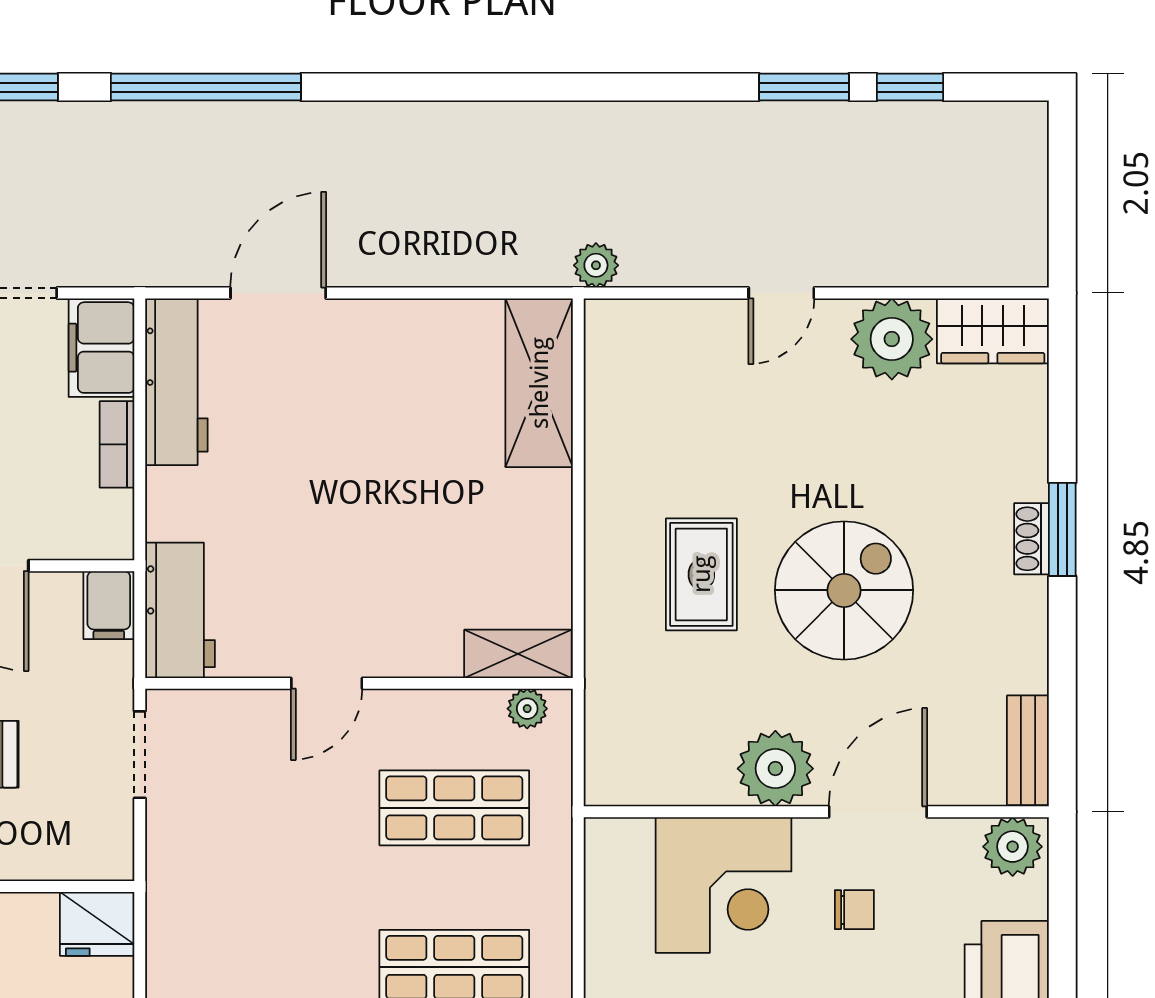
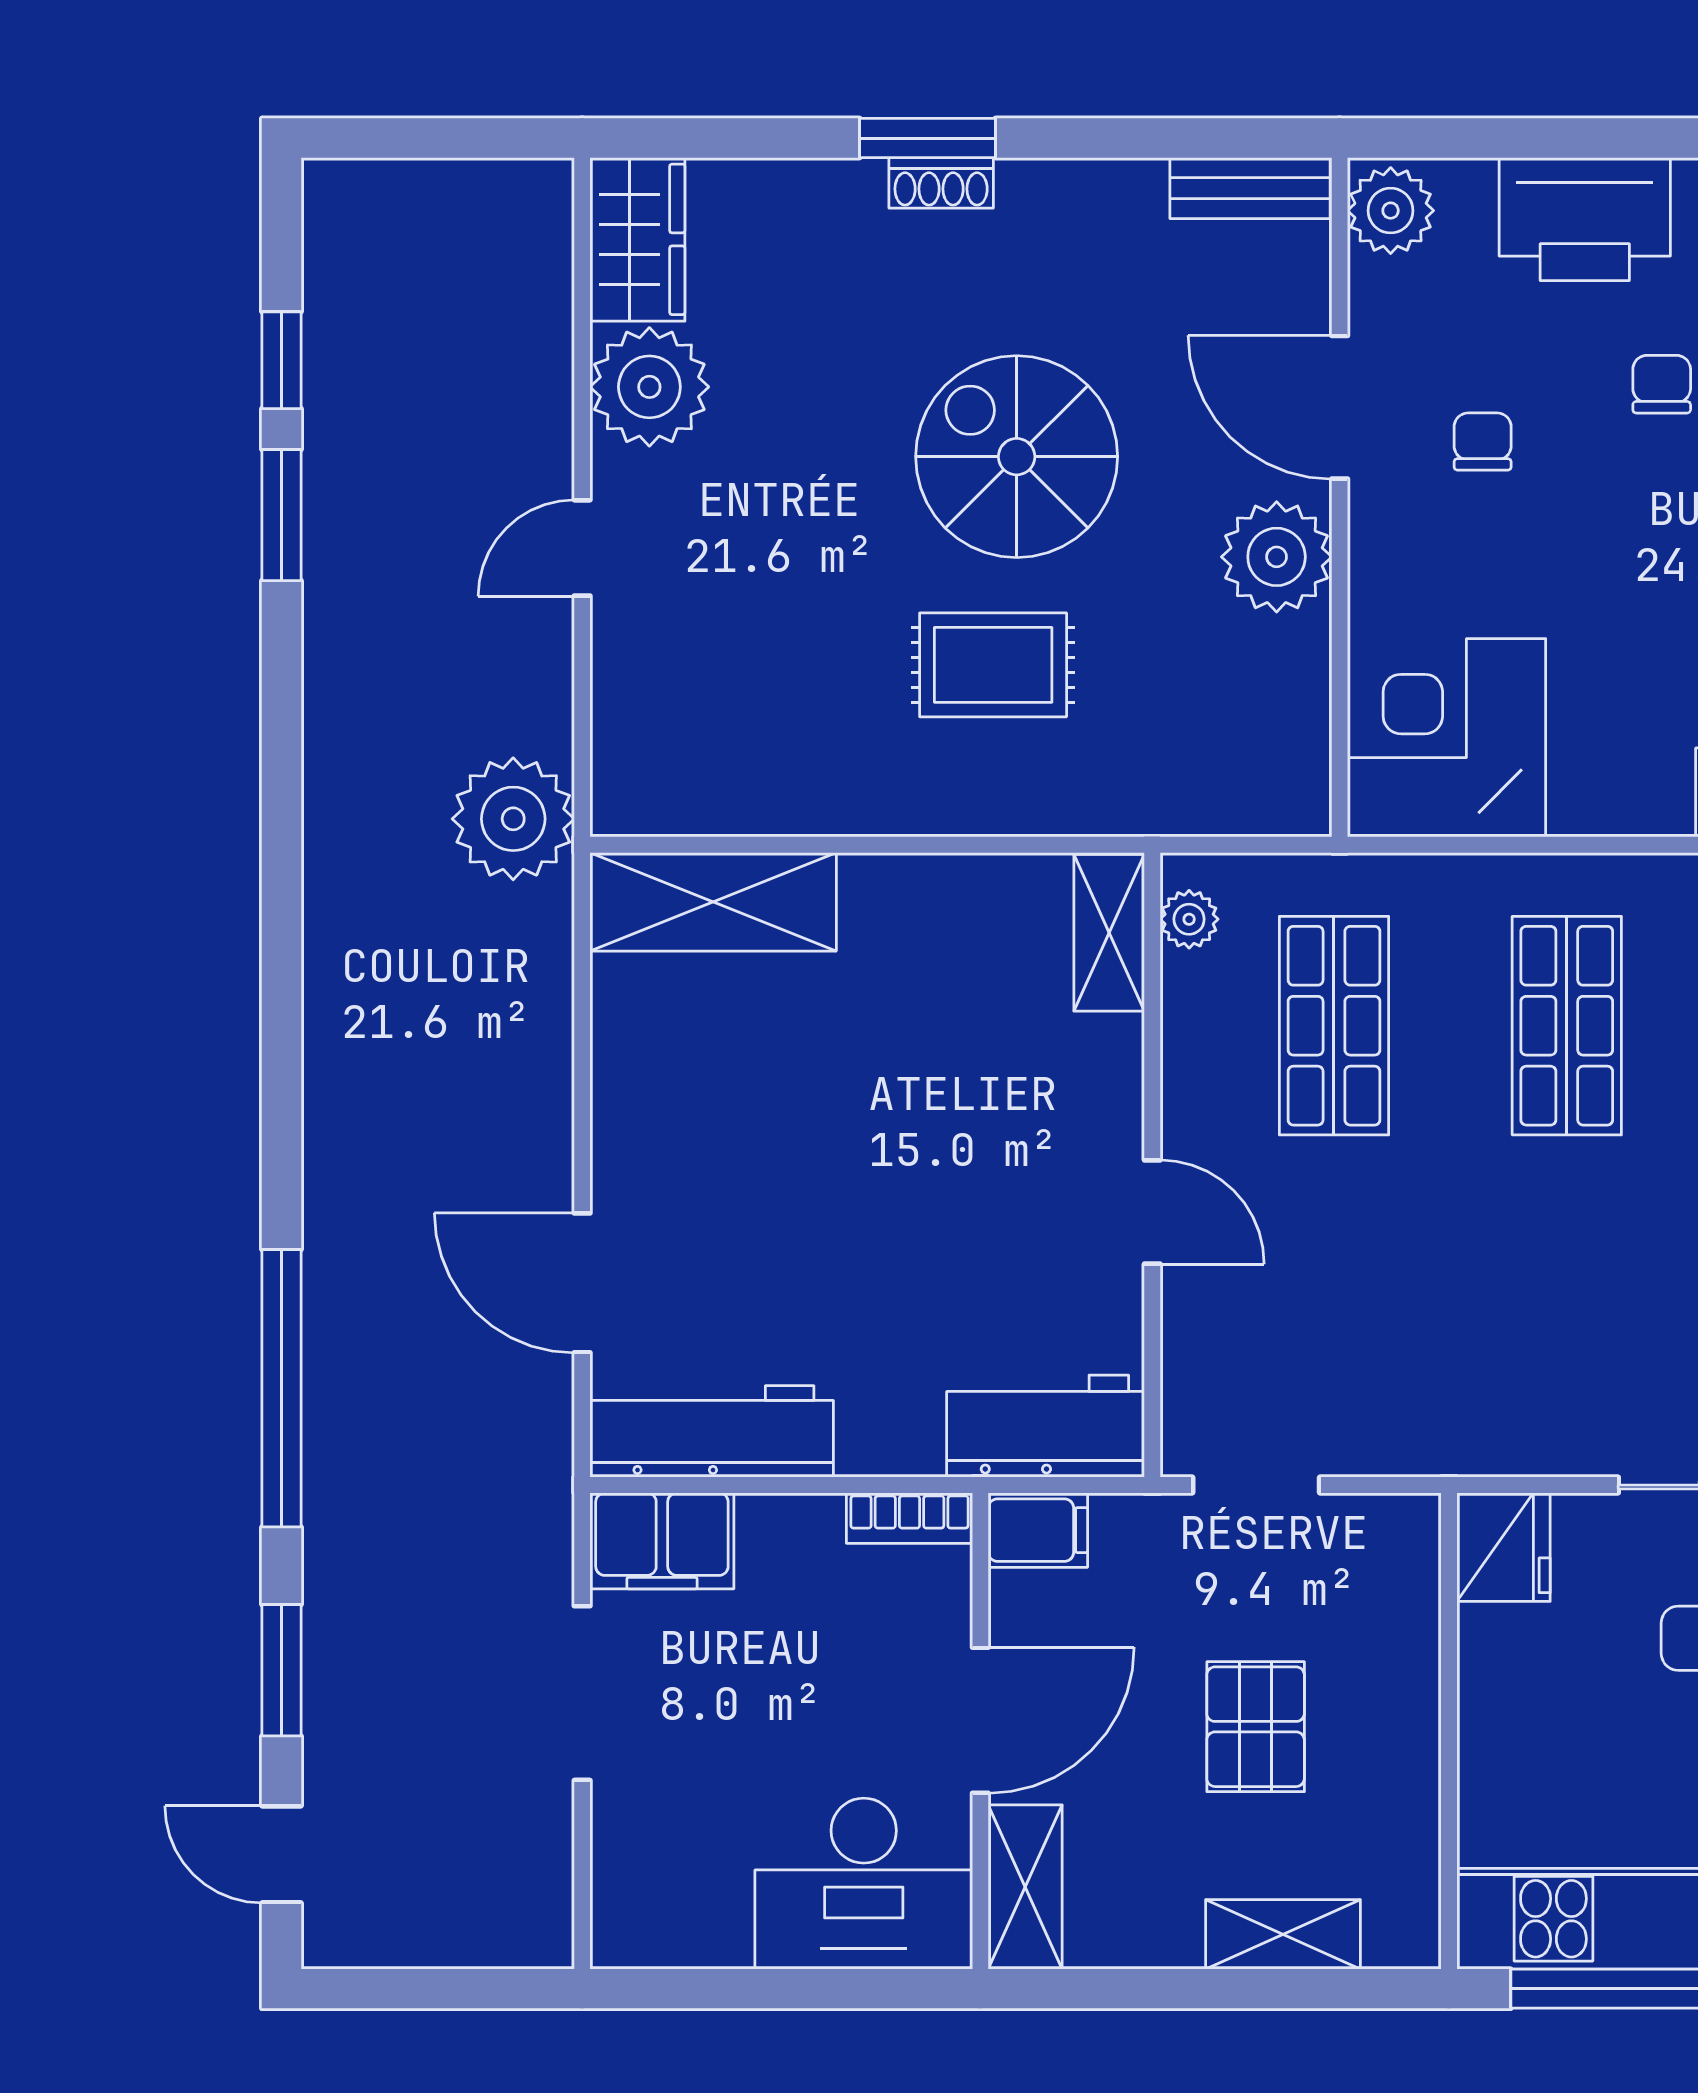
plant: (596, 265) -> (513, 819), width x1.88, depth x1.88
door: (781, 293) -> (582, 548), swing flipped
bookcase: (117, 444) -> (909, 1518), moved
corner desk: (723, 885) -> (1447, 738), moved, turned -90

